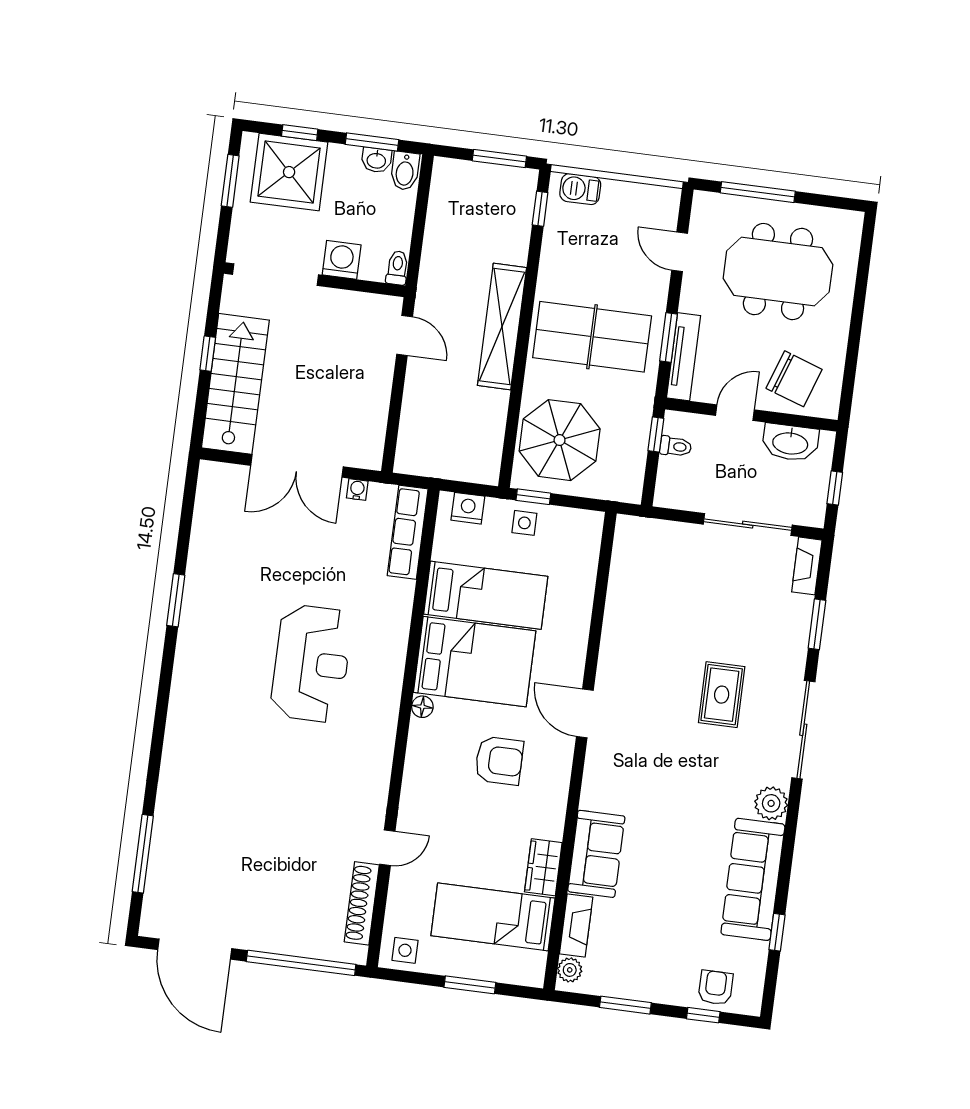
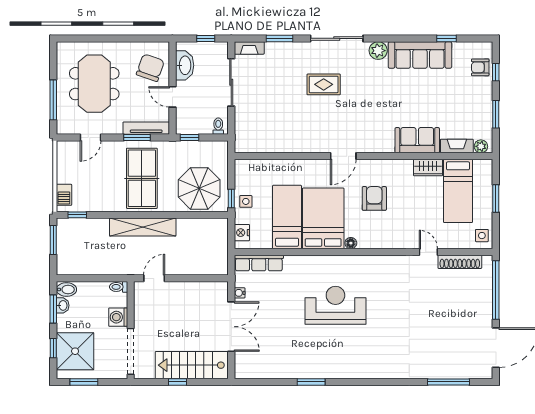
toilet: (676, 446) -> (218, 126), moved

